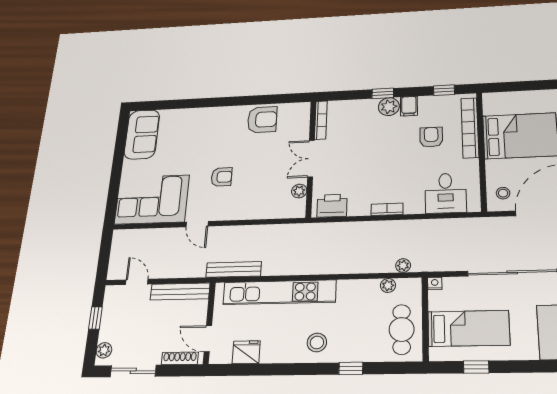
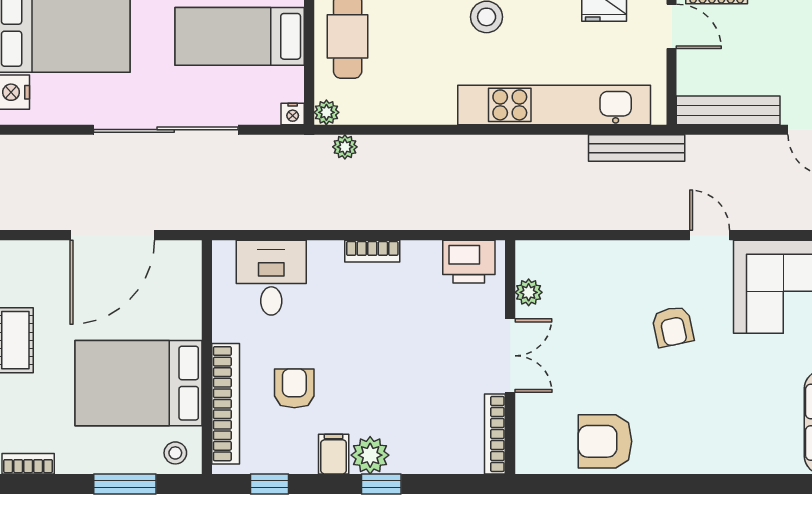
window: (525, 86) -> (125, 484), added
armchair: (431, 137) -> (294, 388), turned 180
armchair: (222, 177) -> (673, 326), turned -102
stool: (503, 193) -> (175, 453), moved
plant: (388, 285) -> (326, 112), moved

